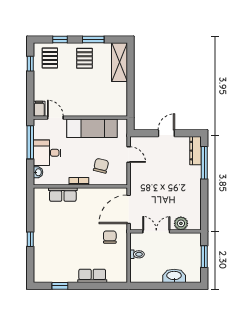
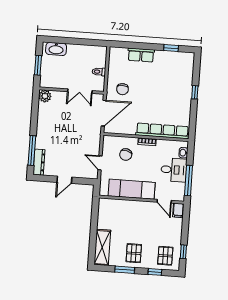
row of seats: (63, 195) -> (162, 131), width x2.02
plant: (181, 223) -> (45, 96), moved
washbasin: (174, 276) -> (56, 49), moved

